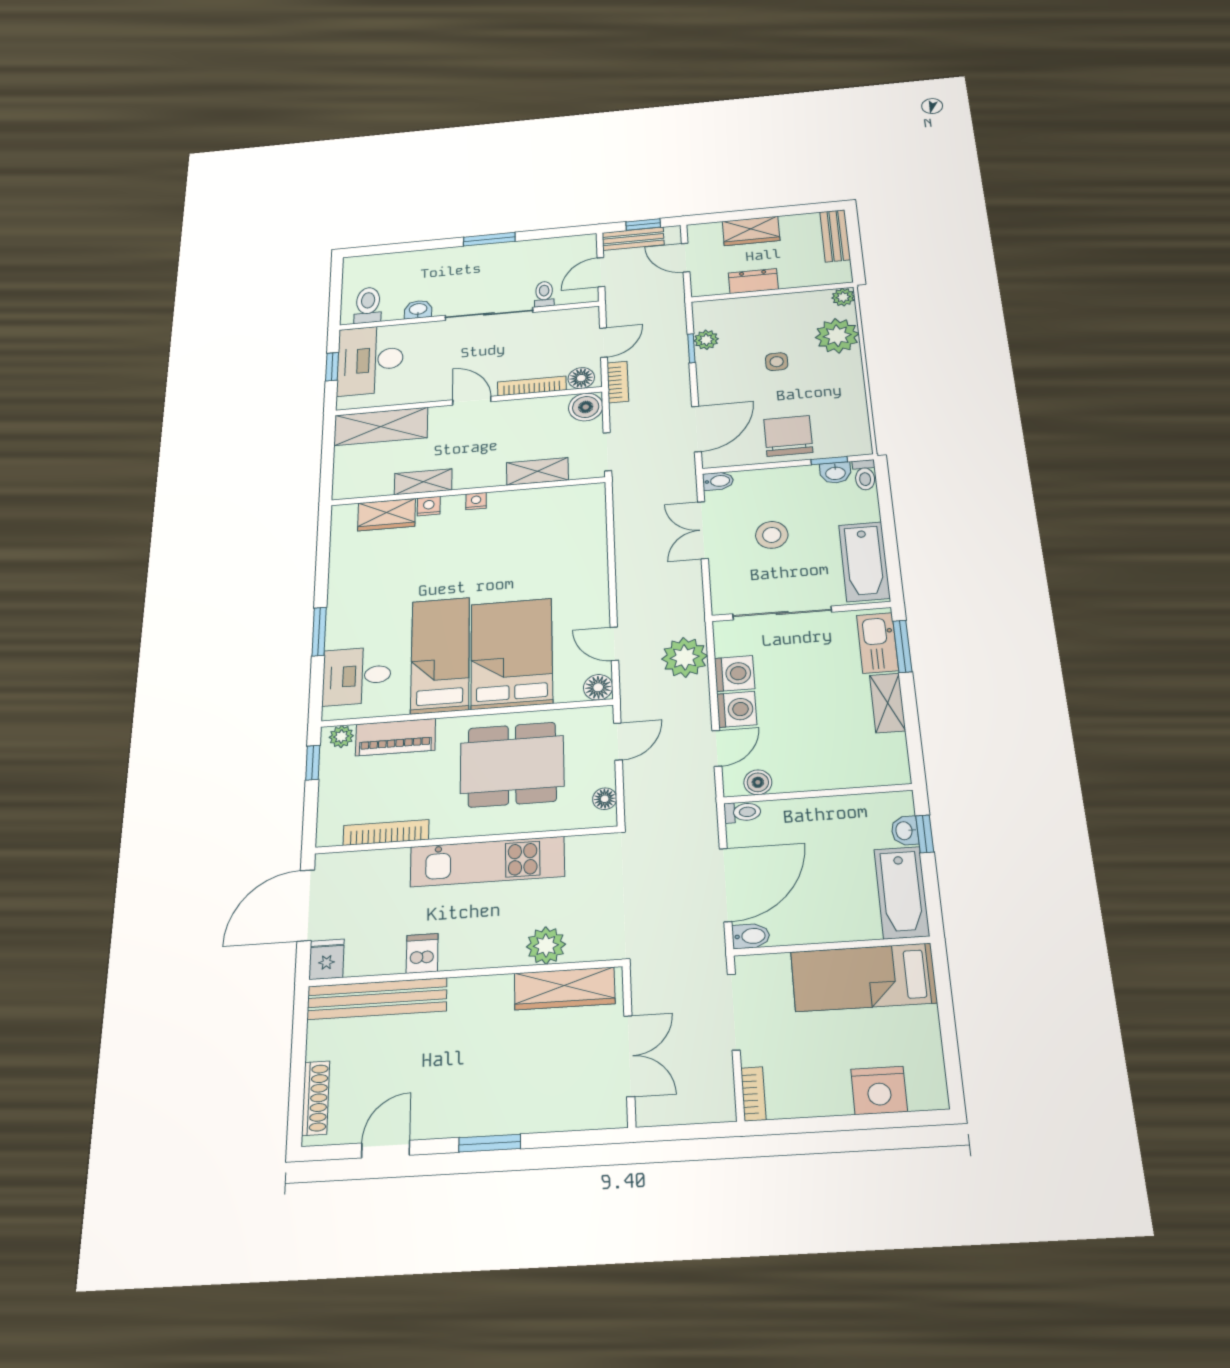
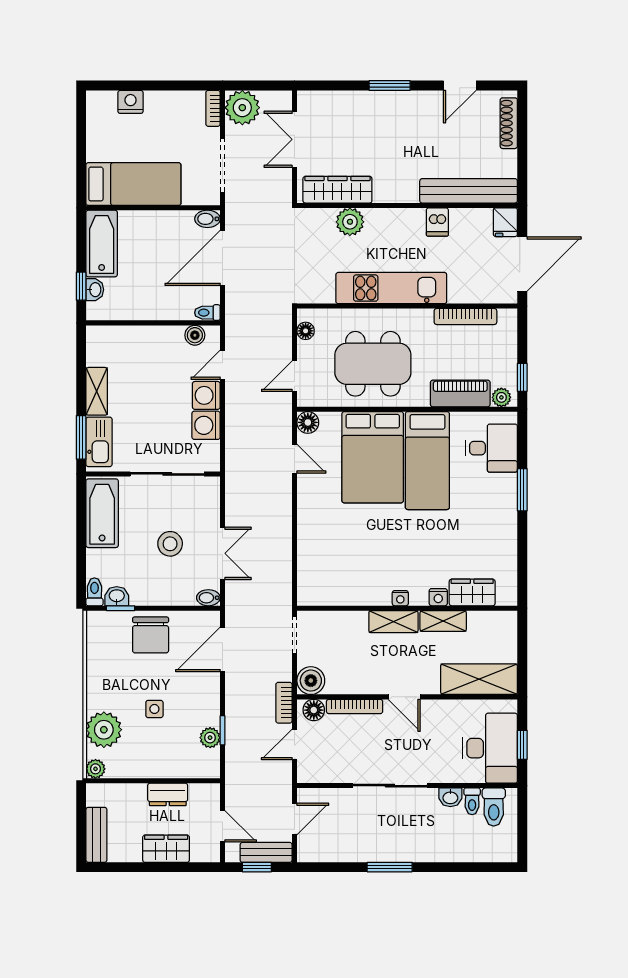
toilet: (544, 294) -> (472, 801), moved
shelving: (537, 471) -> (393, 622), moved
plant: (685, 657) -> (242, 108), moved
nightstand: (879, 1090) -> (131, 102), width x0.74, depth x0.75

